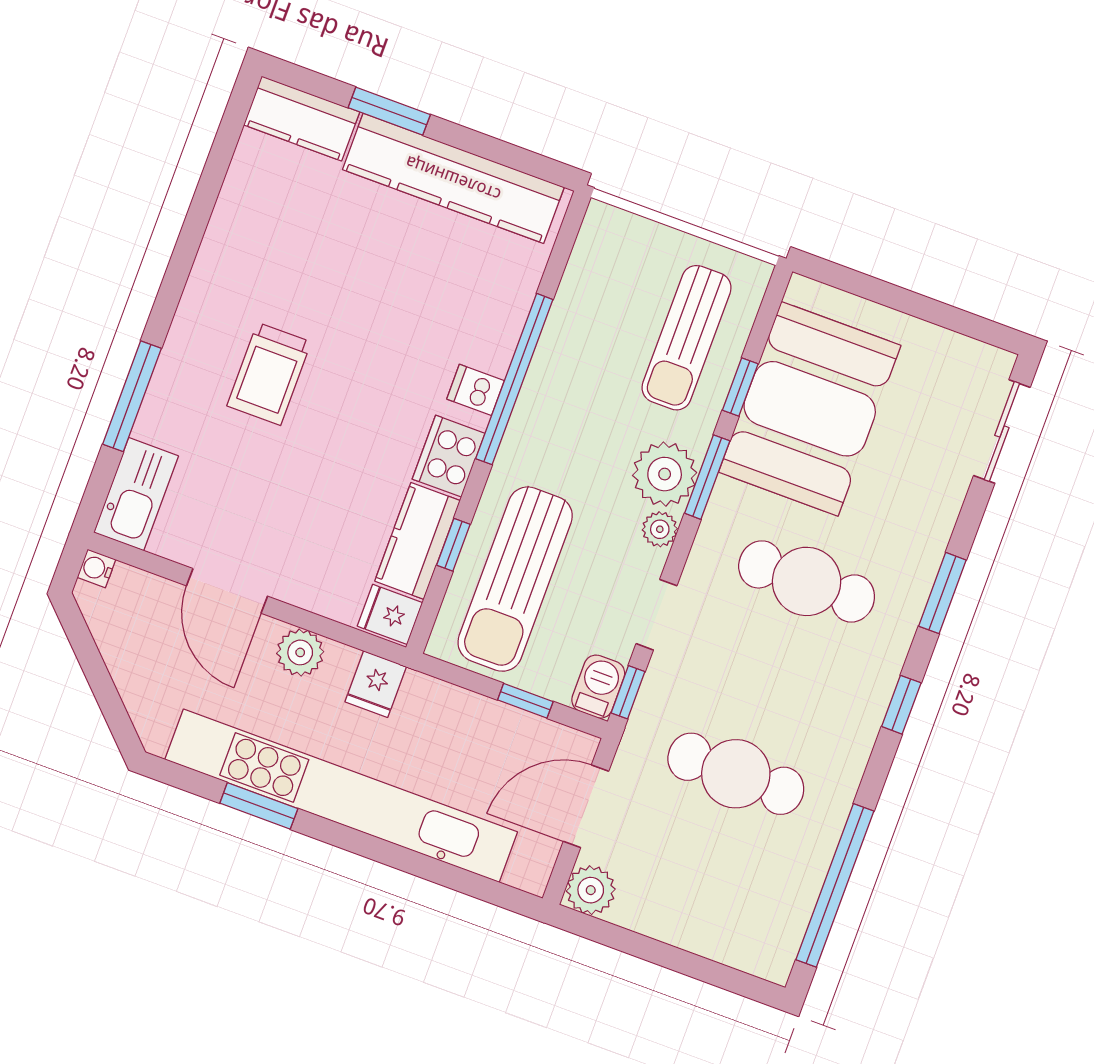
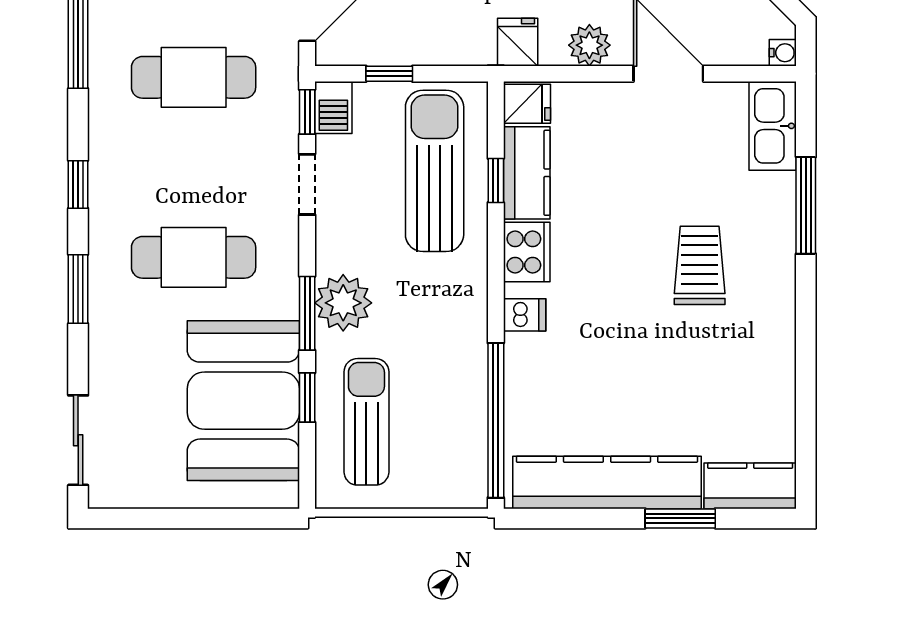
window: (514, 379) -> (496, 420), moved
plant: (660, 529) -> (330, 256), removed

